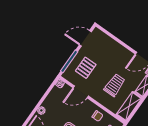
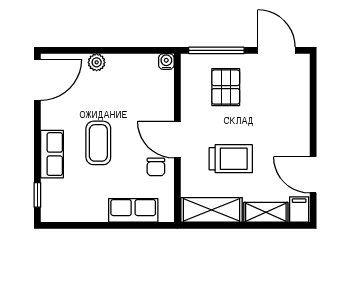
pallet: (86, 68) -> (226, 87), turned 90
door: (81, 92) -> (177, 140), moved

